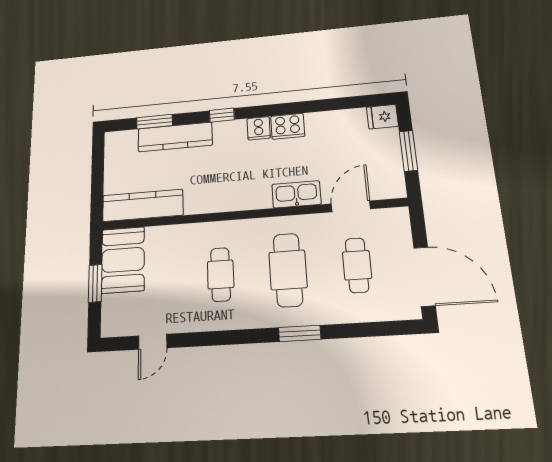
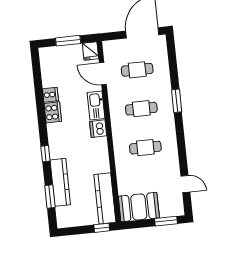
fridge: (382, 117) -> (90, 51), moved
cooker: (259, 128) -> (50, 95), moved
dishwasher: (257, 197) -> (98, 129), added
window: (97, 199) -> (102, 228), added
cafe table: (288, 270) -> (141, 109), width x0.73, depth x0.74
window: (95, 283) -> (166, 221), moved

